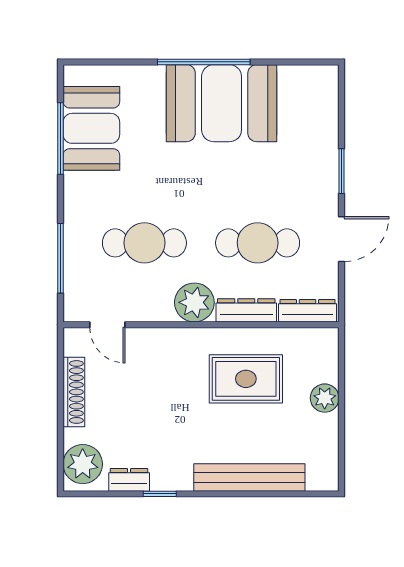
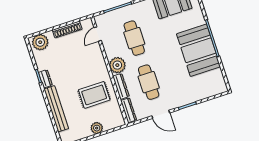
rug: (246, 379) -> (94, 95), turned 90
dresser: (129, 480) -> (45, 79), moved

